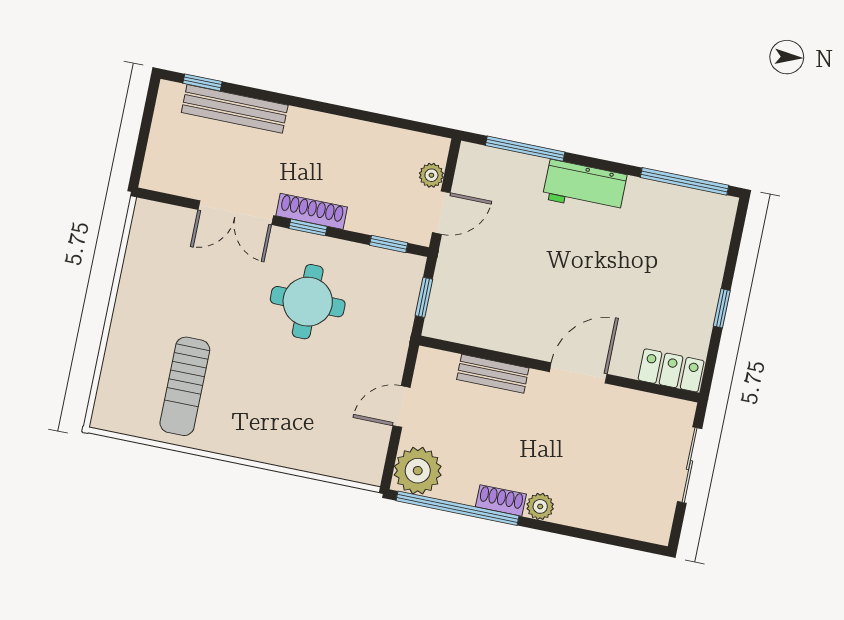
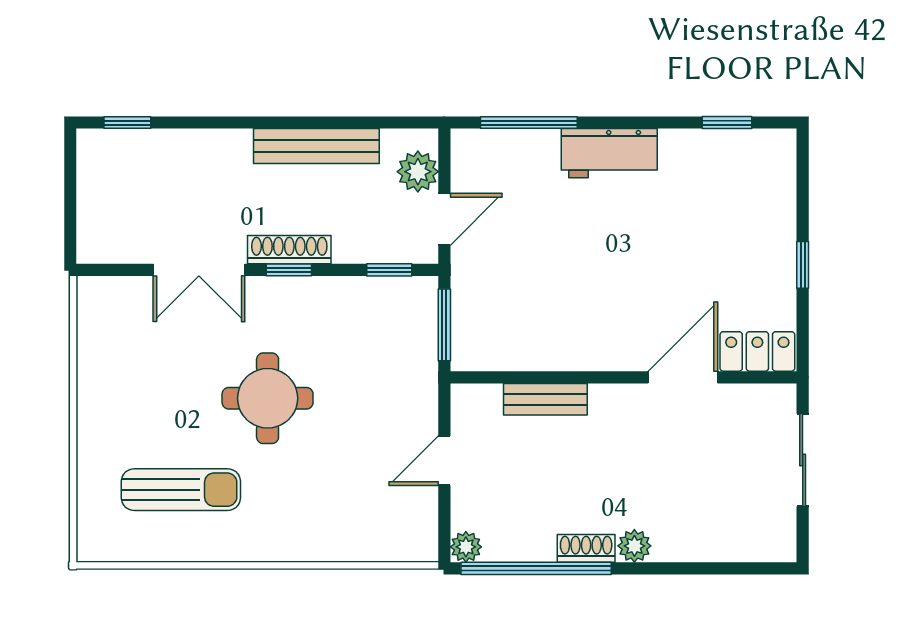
bench: (235, 109) -> (316, 146), moved
plant: (431, 175) -> (418, 172), width x1.38, depth x1.38
window: (684, 181) -> (727, 123), width x0.46
window: (424, 297) -> (444, 325), width x1.50
round table: (308, 302) -> (268, 398), moved
door: (578, 373) -> (683, 377), moved
sun lounger: (185, 386) -> (181, 490), turned -90
plant: (418, 471) -> (466, 547), width x0.53, depth x0.53

